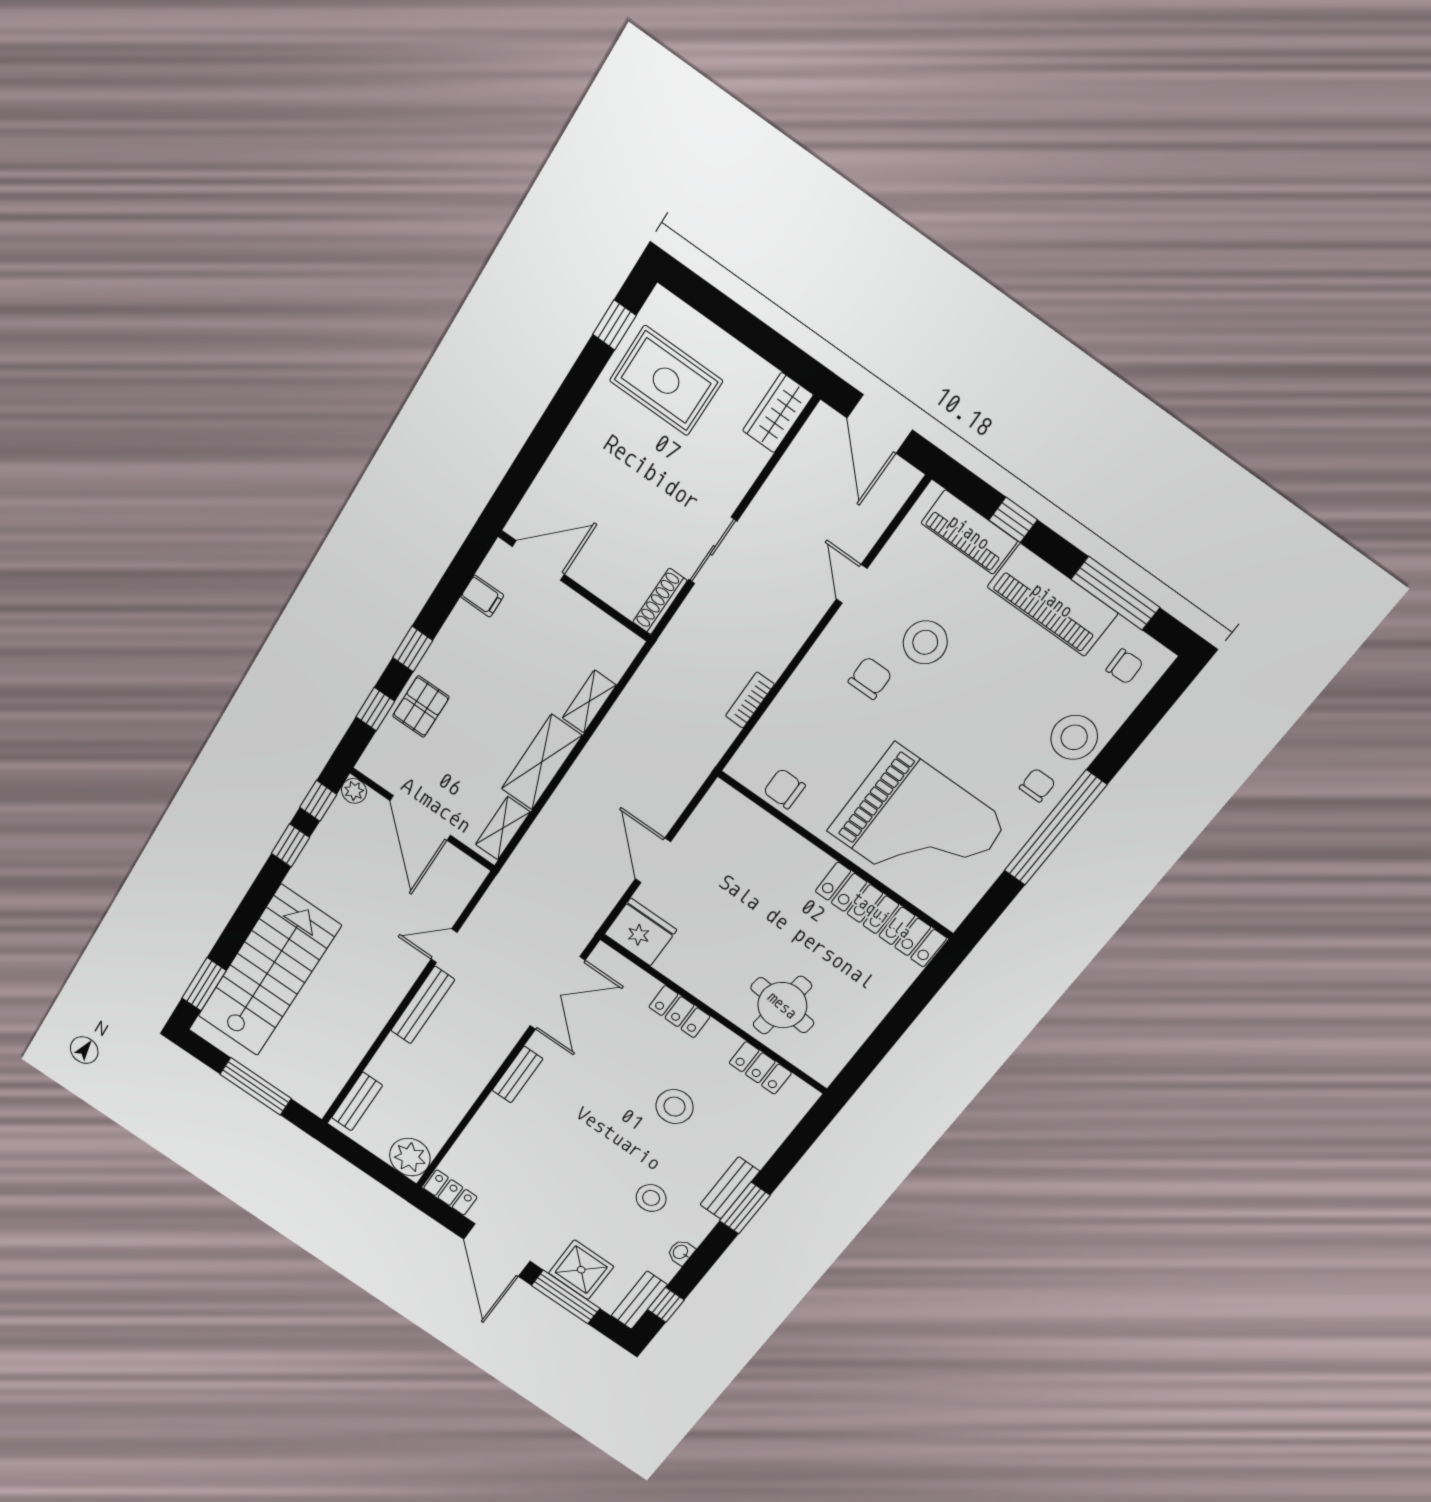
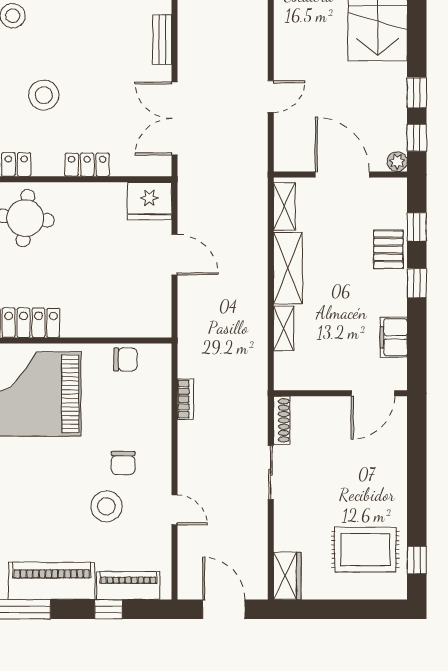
filing cabinet: (482, 596) -> (394, 337), width x2.00
bench: (423, 1005) -> (258, 43), removed

